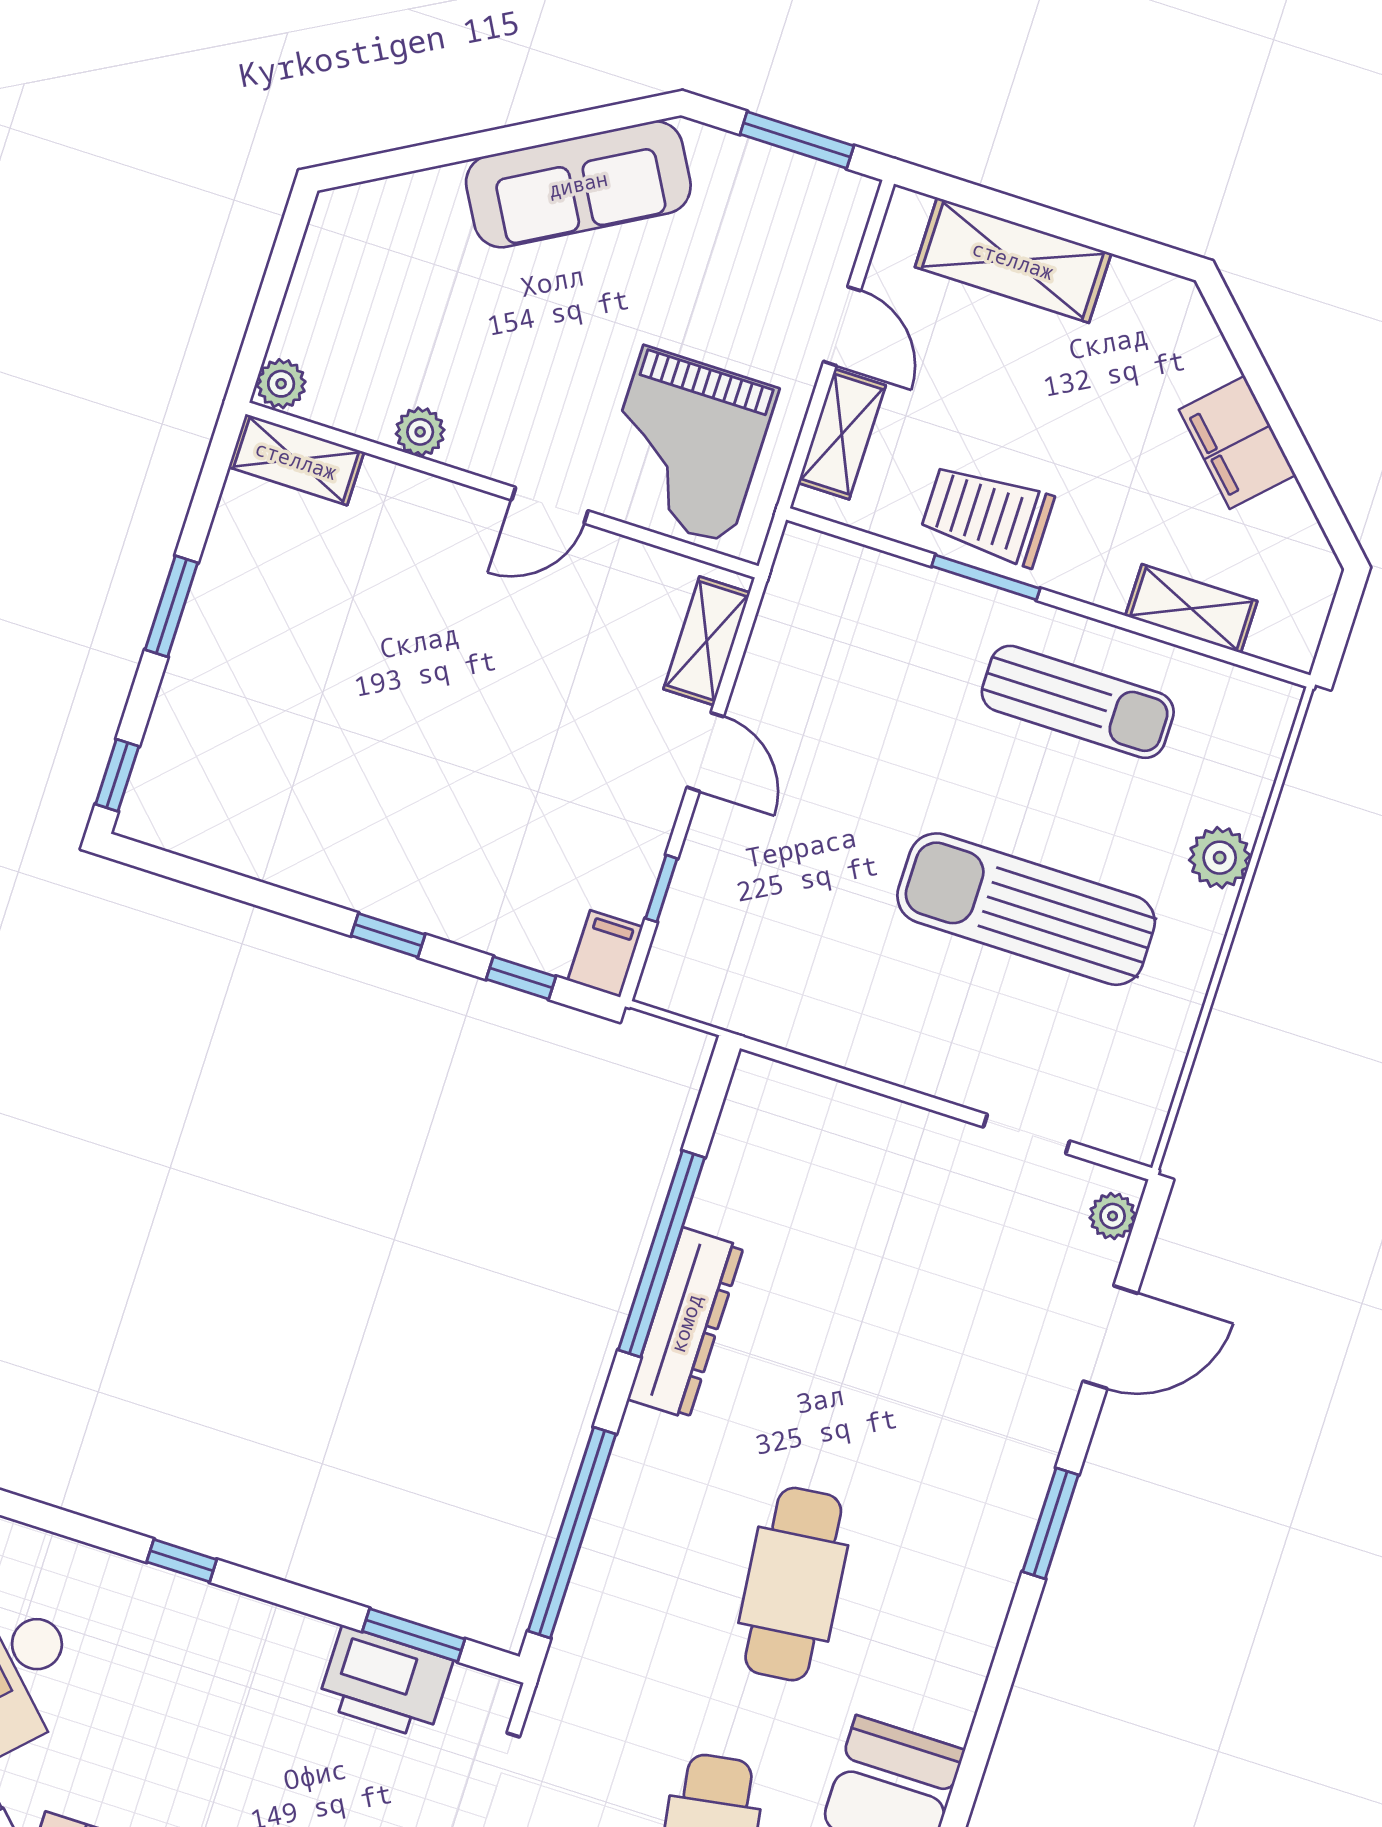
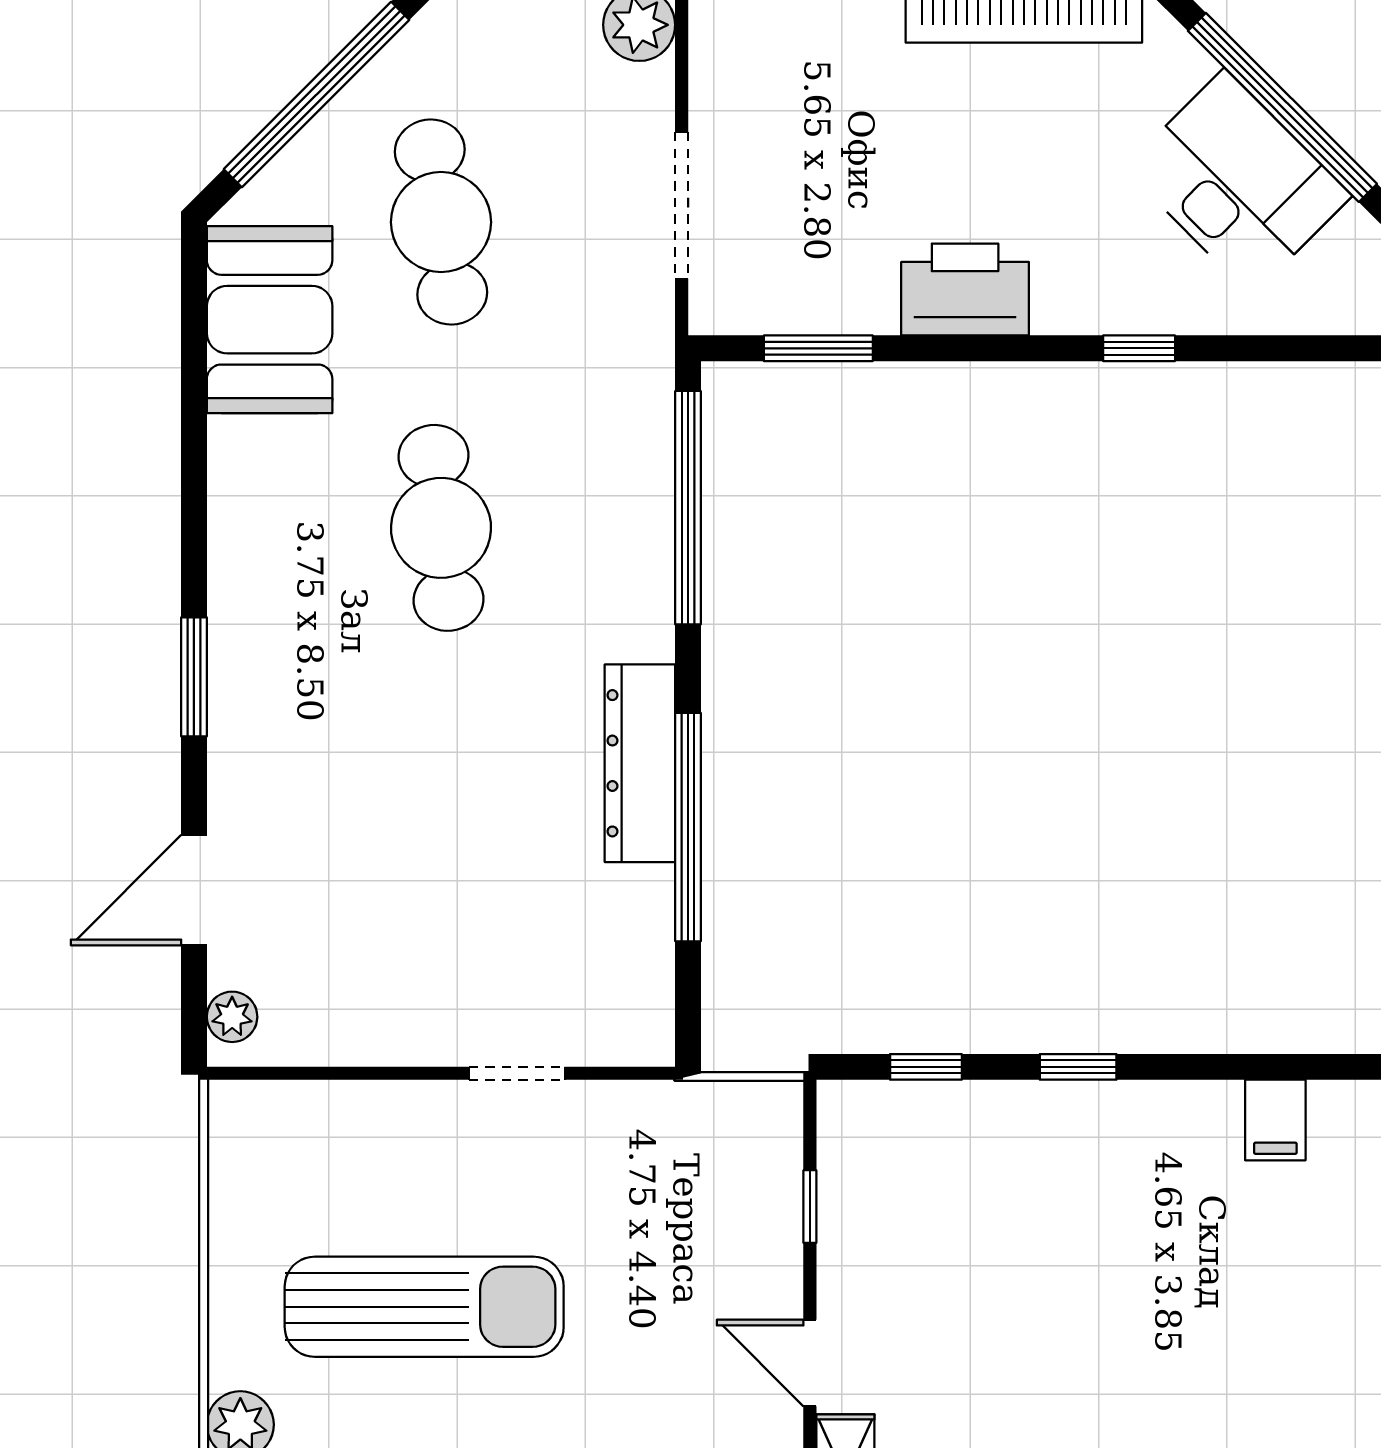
filing cabinet: (605, 954) -> (1275, 1120), moved
doorway: (1026, 1134) -> (517, 1073), moved
window: (182, 1561) -> (1139, 348), moved
printer: (385, 1683) -> (965, 290), moved

